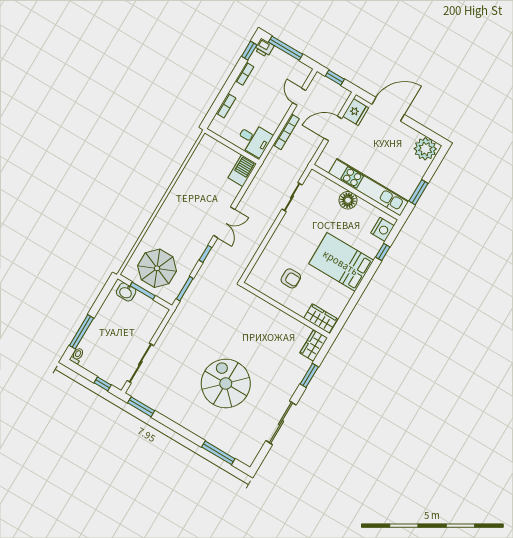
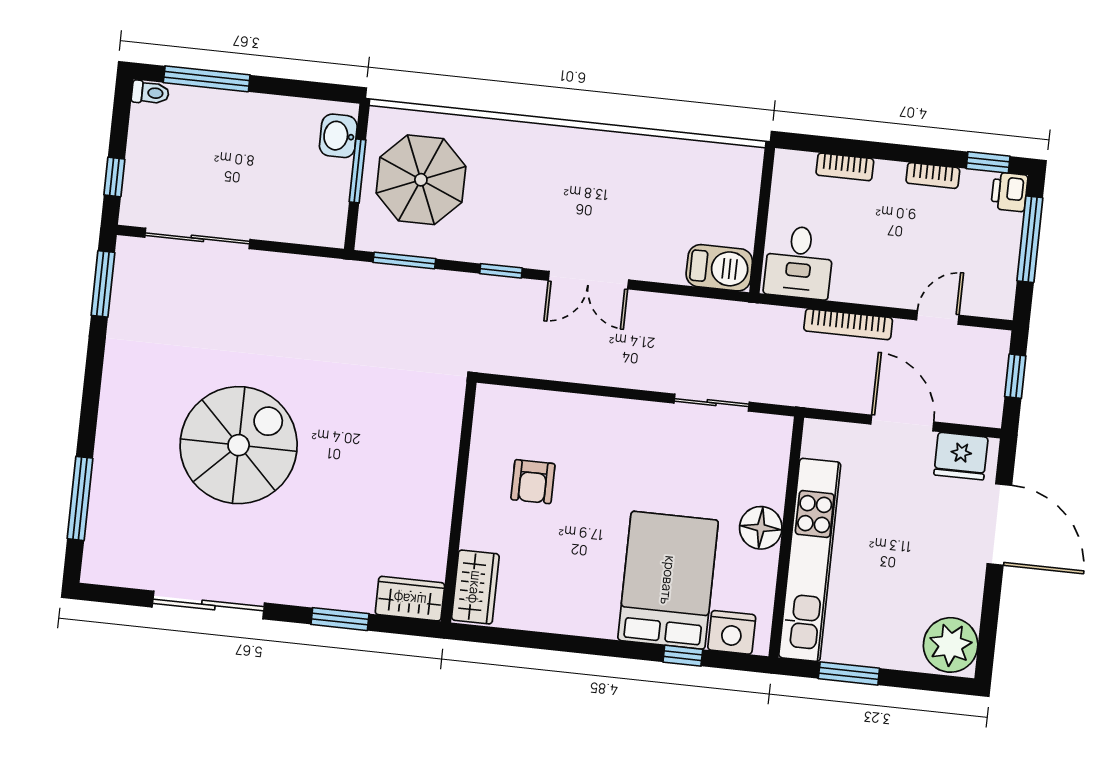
bed: (341, 262) -> (668, 580), moved

